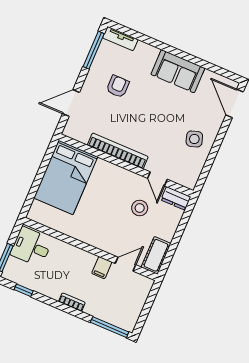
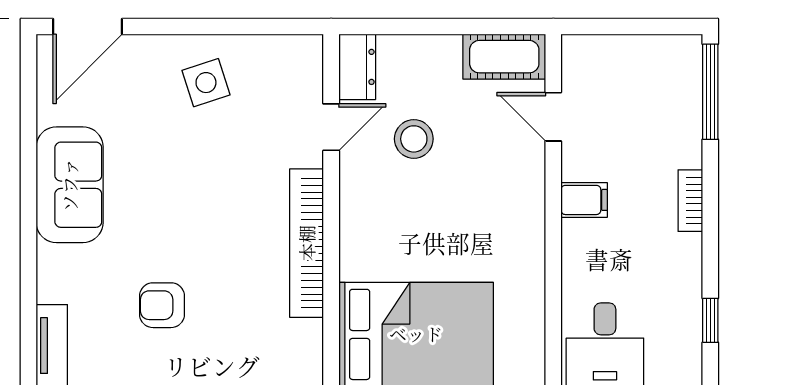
filing cabinet: (102, 268) -> (584, 200), moved

